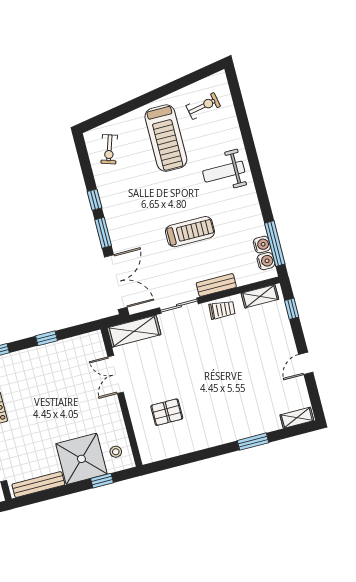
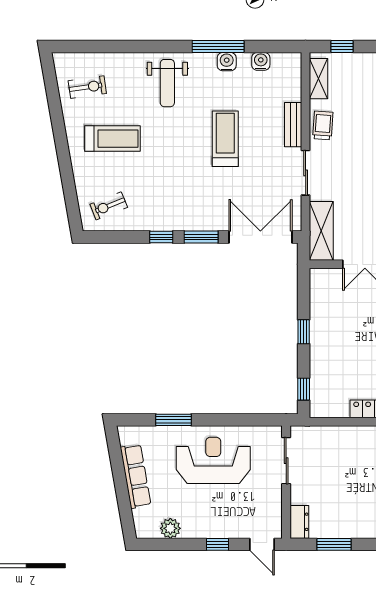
exercise bike: (203, 106) -> (87, 87), turned 93
treadmill: (166, 138) -> (113, 139), width x0.73, depth x0.73
exercise bike: (109, 149) -> (109, 206), turned 140
window: (275, 244) -> (218, 46), moved
water cooler: (266, 261) -> (227, 62), moved

